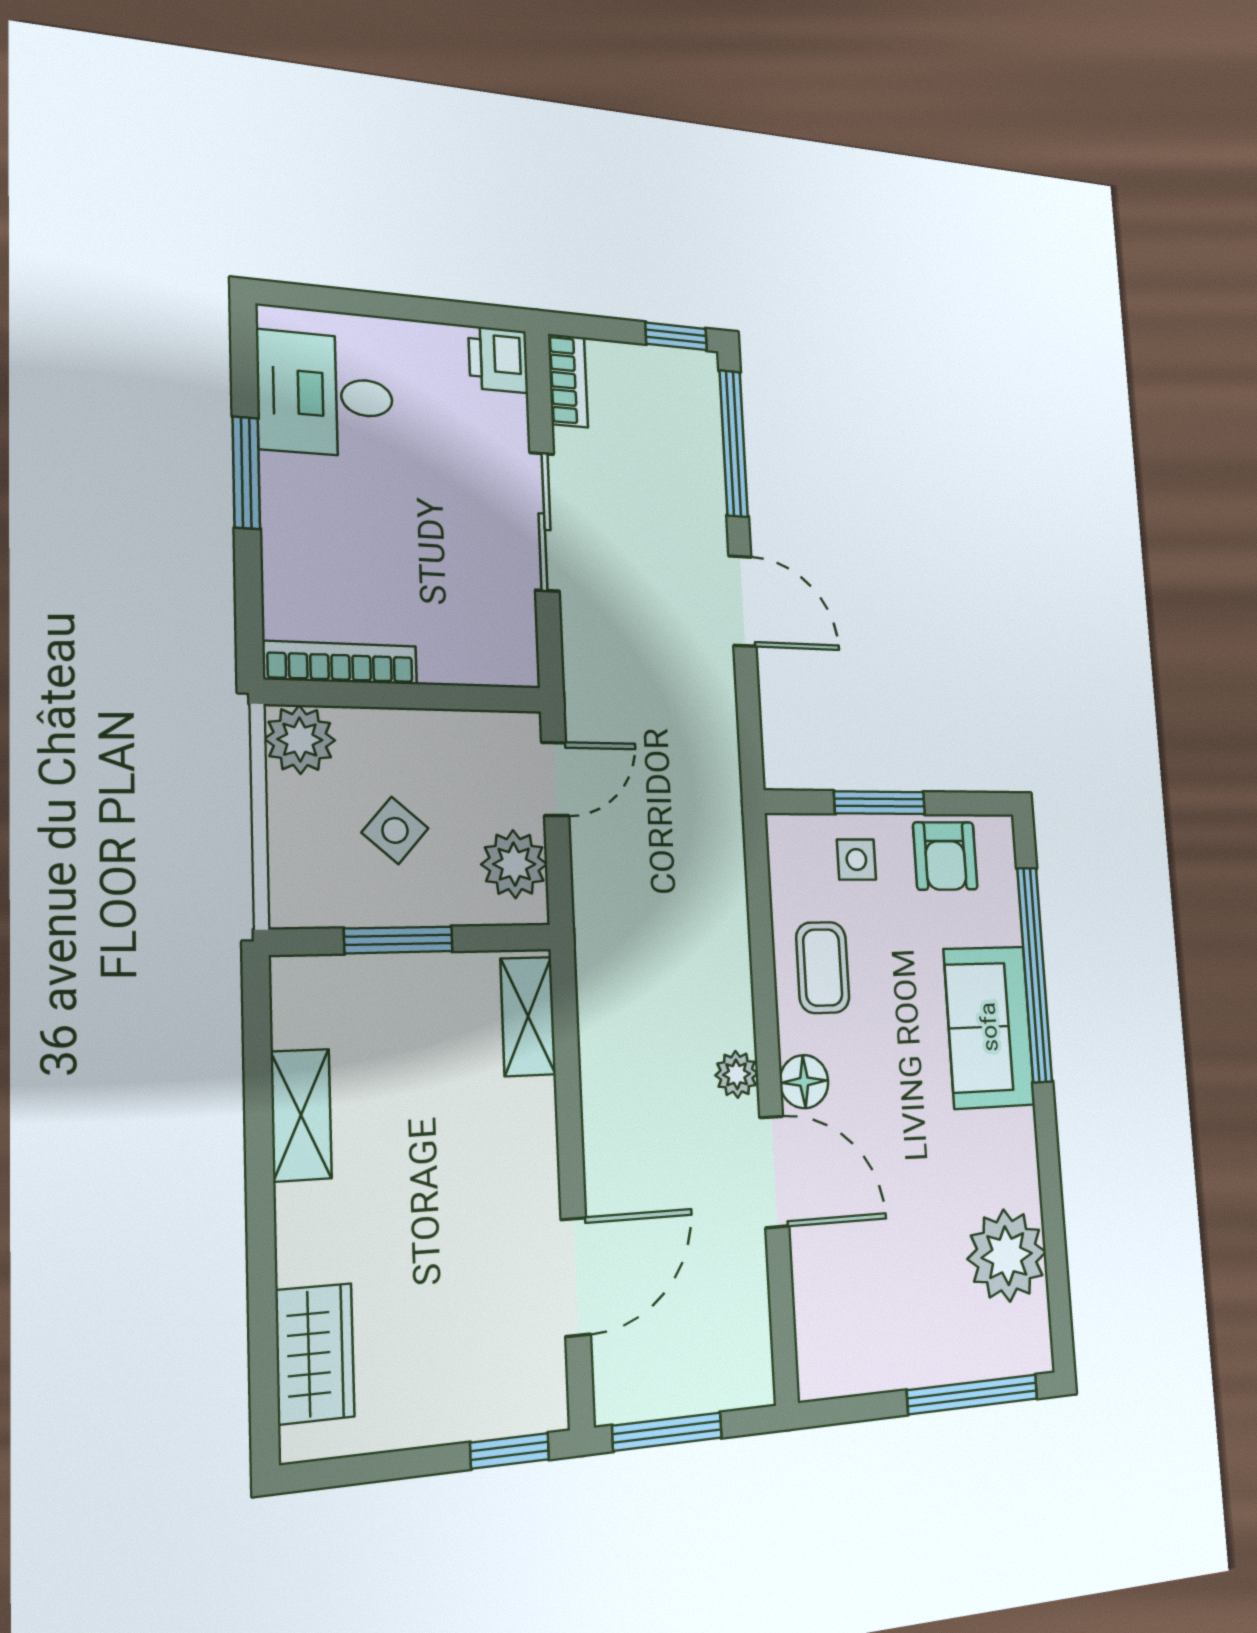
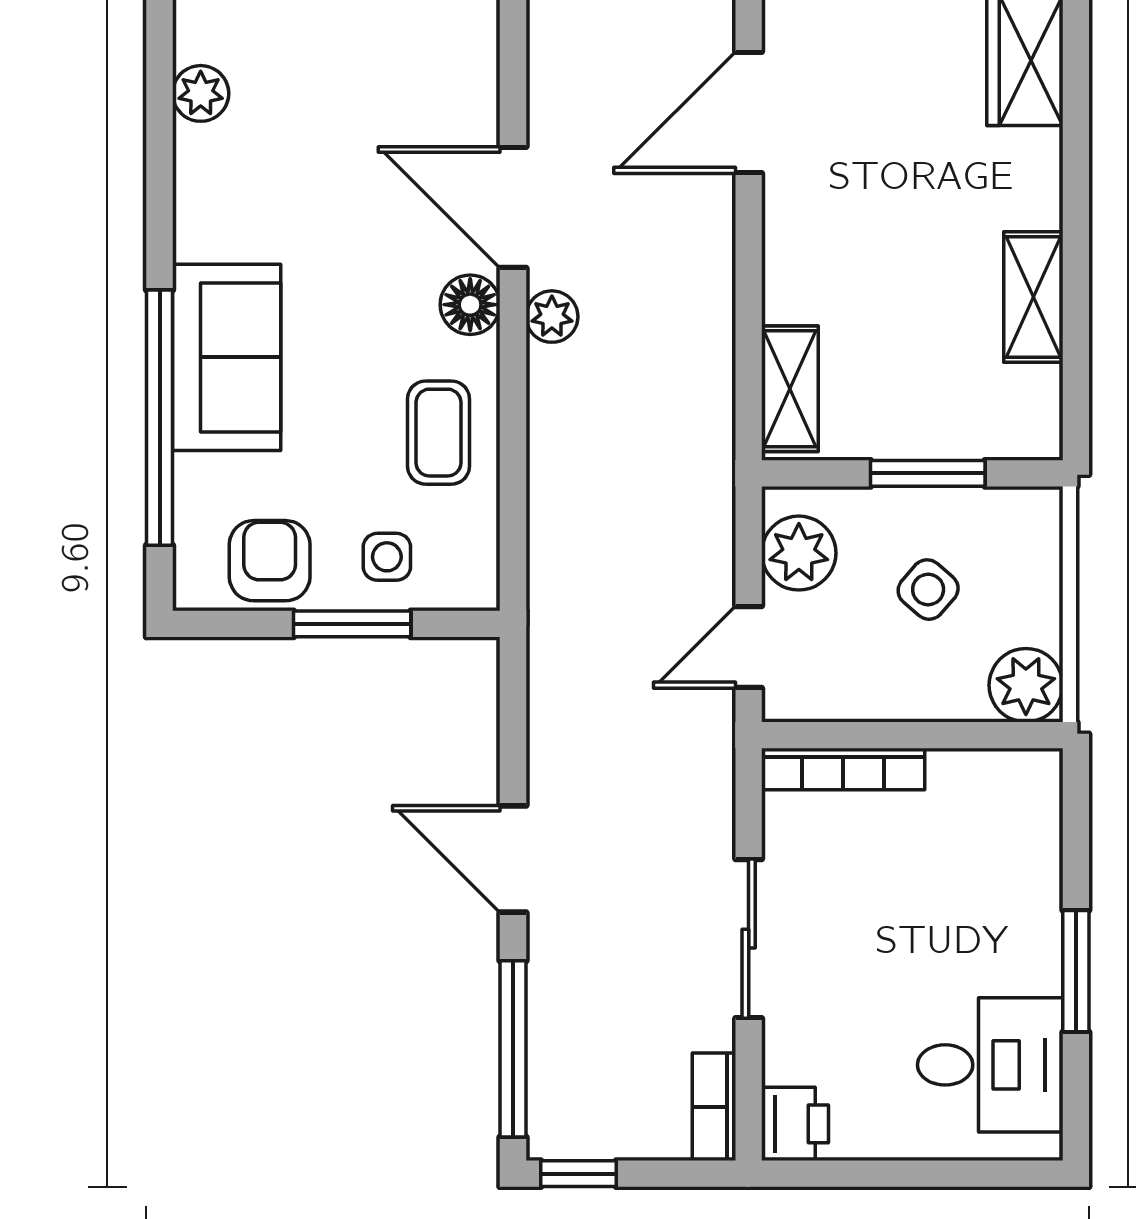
bookcase: (340, 663) -> (843, 769), moved
plant: (1007, 1256) -> (201, 93), width x0.53, depth x0.53

